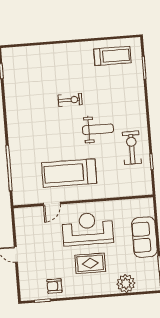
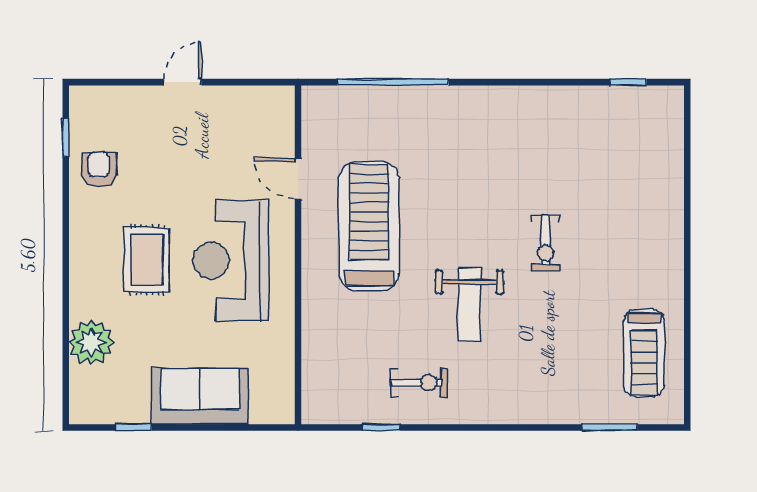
exercise bike: (132, 148) -> (419, 382), width x0.73, depth x0.72
reception desk: (88, 229) -> (231, 260), turned 180

